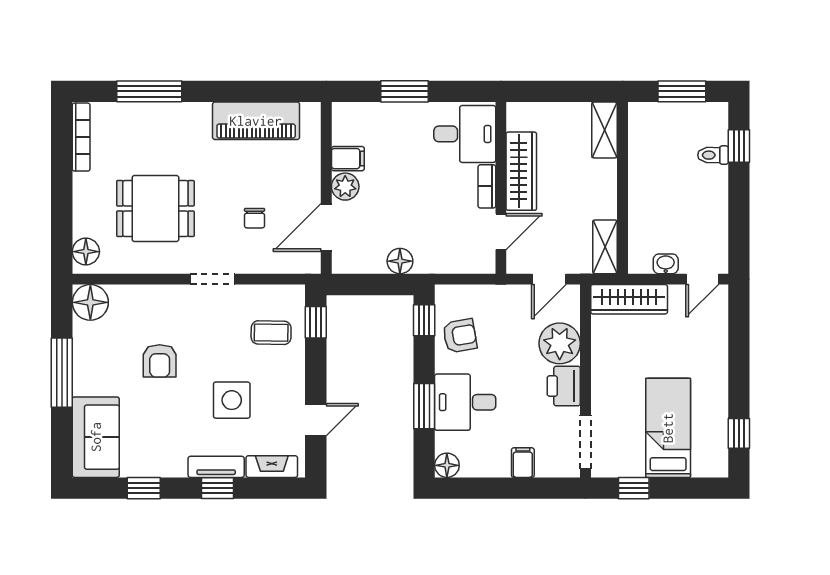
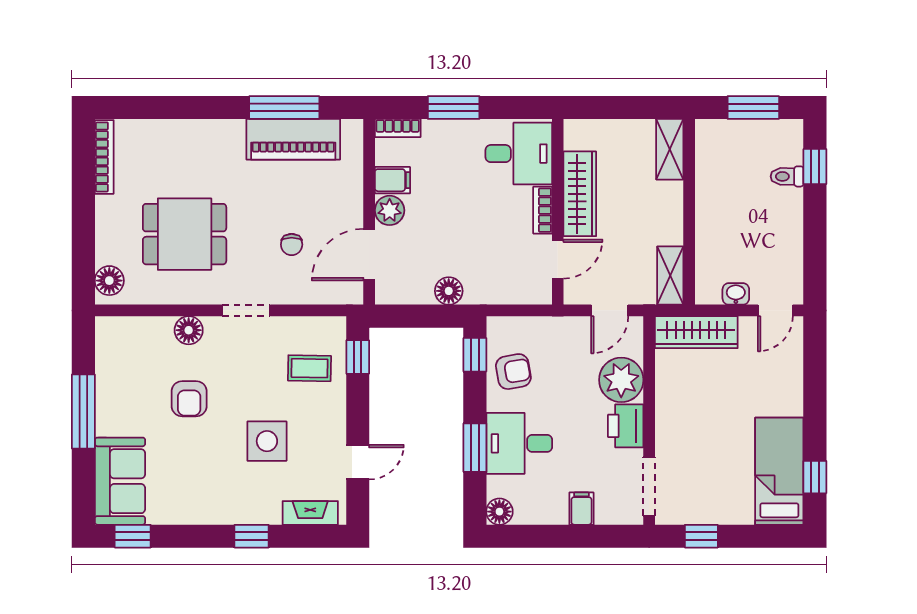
window: (149, 91) -> (284, 108), moved
bookcase: (353, 110) -> (398, 128), added
floor lamp: (90, 302) -> (189, 330), moved, width x0.73, depth x0.73
bed: (668, 428) -> (779, 471), moved
tv unit: (216, 467) -> (250, 513), removed
window: (144, 488) -> (133, 536), moved

